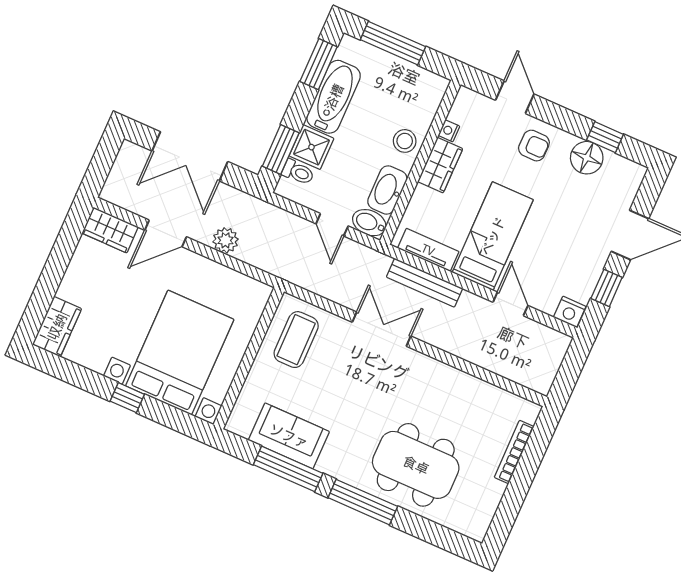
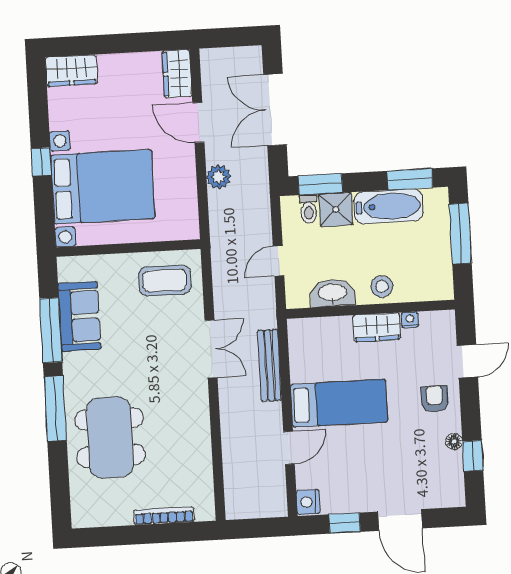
armchair: (534, 146) -> (435, 399), turned 180
floor lamp: (587, 158) -> (454, 441), width x0.53, depth x0.53
bidet: (369, 223) -> (297, 292), removed
tv unit: (428, 250) -> (299, 354), removed

